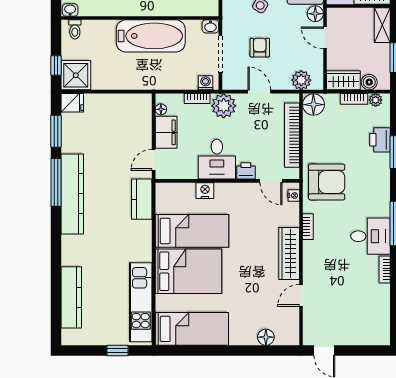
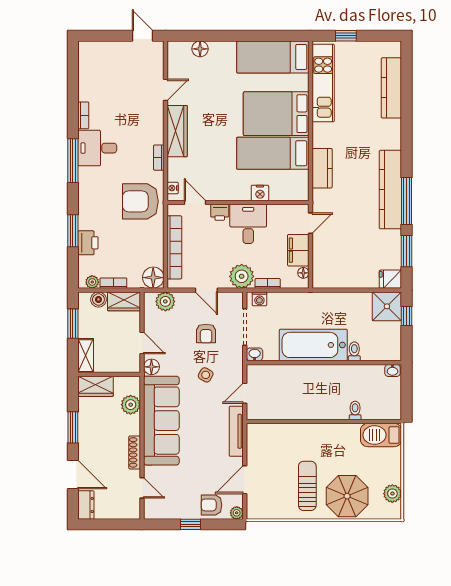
toilet: (75, 29) -> (354, 351), moved
kitchen counter: (142, 199) -> (322, 168), moved

